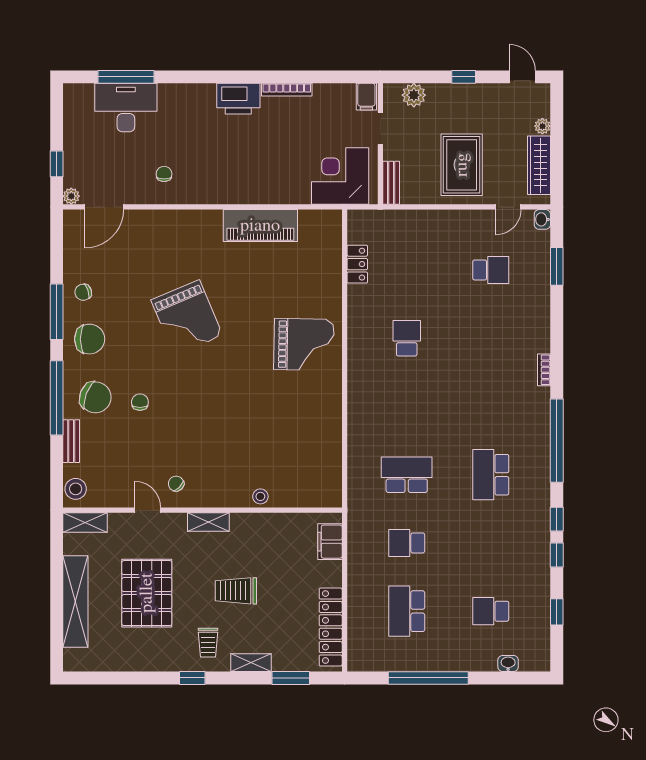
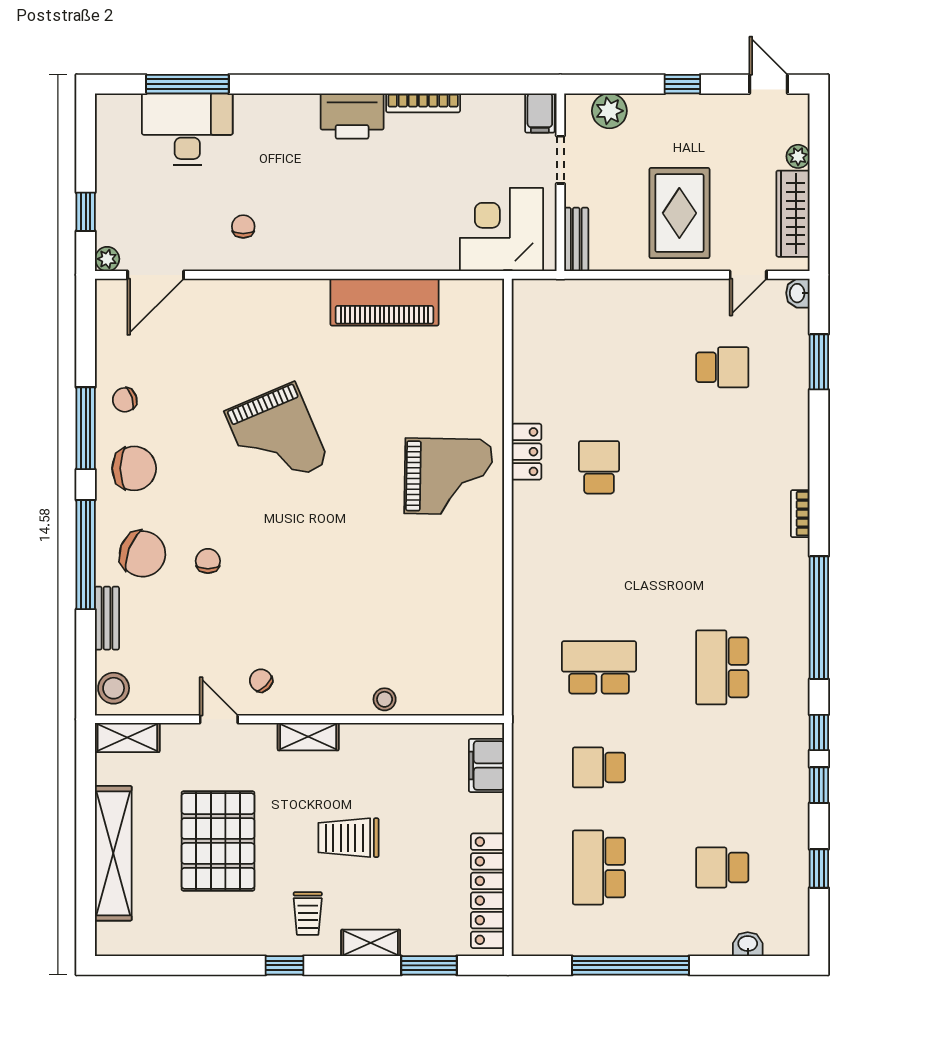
locker: (357, 264) -> (527, 452), moved

